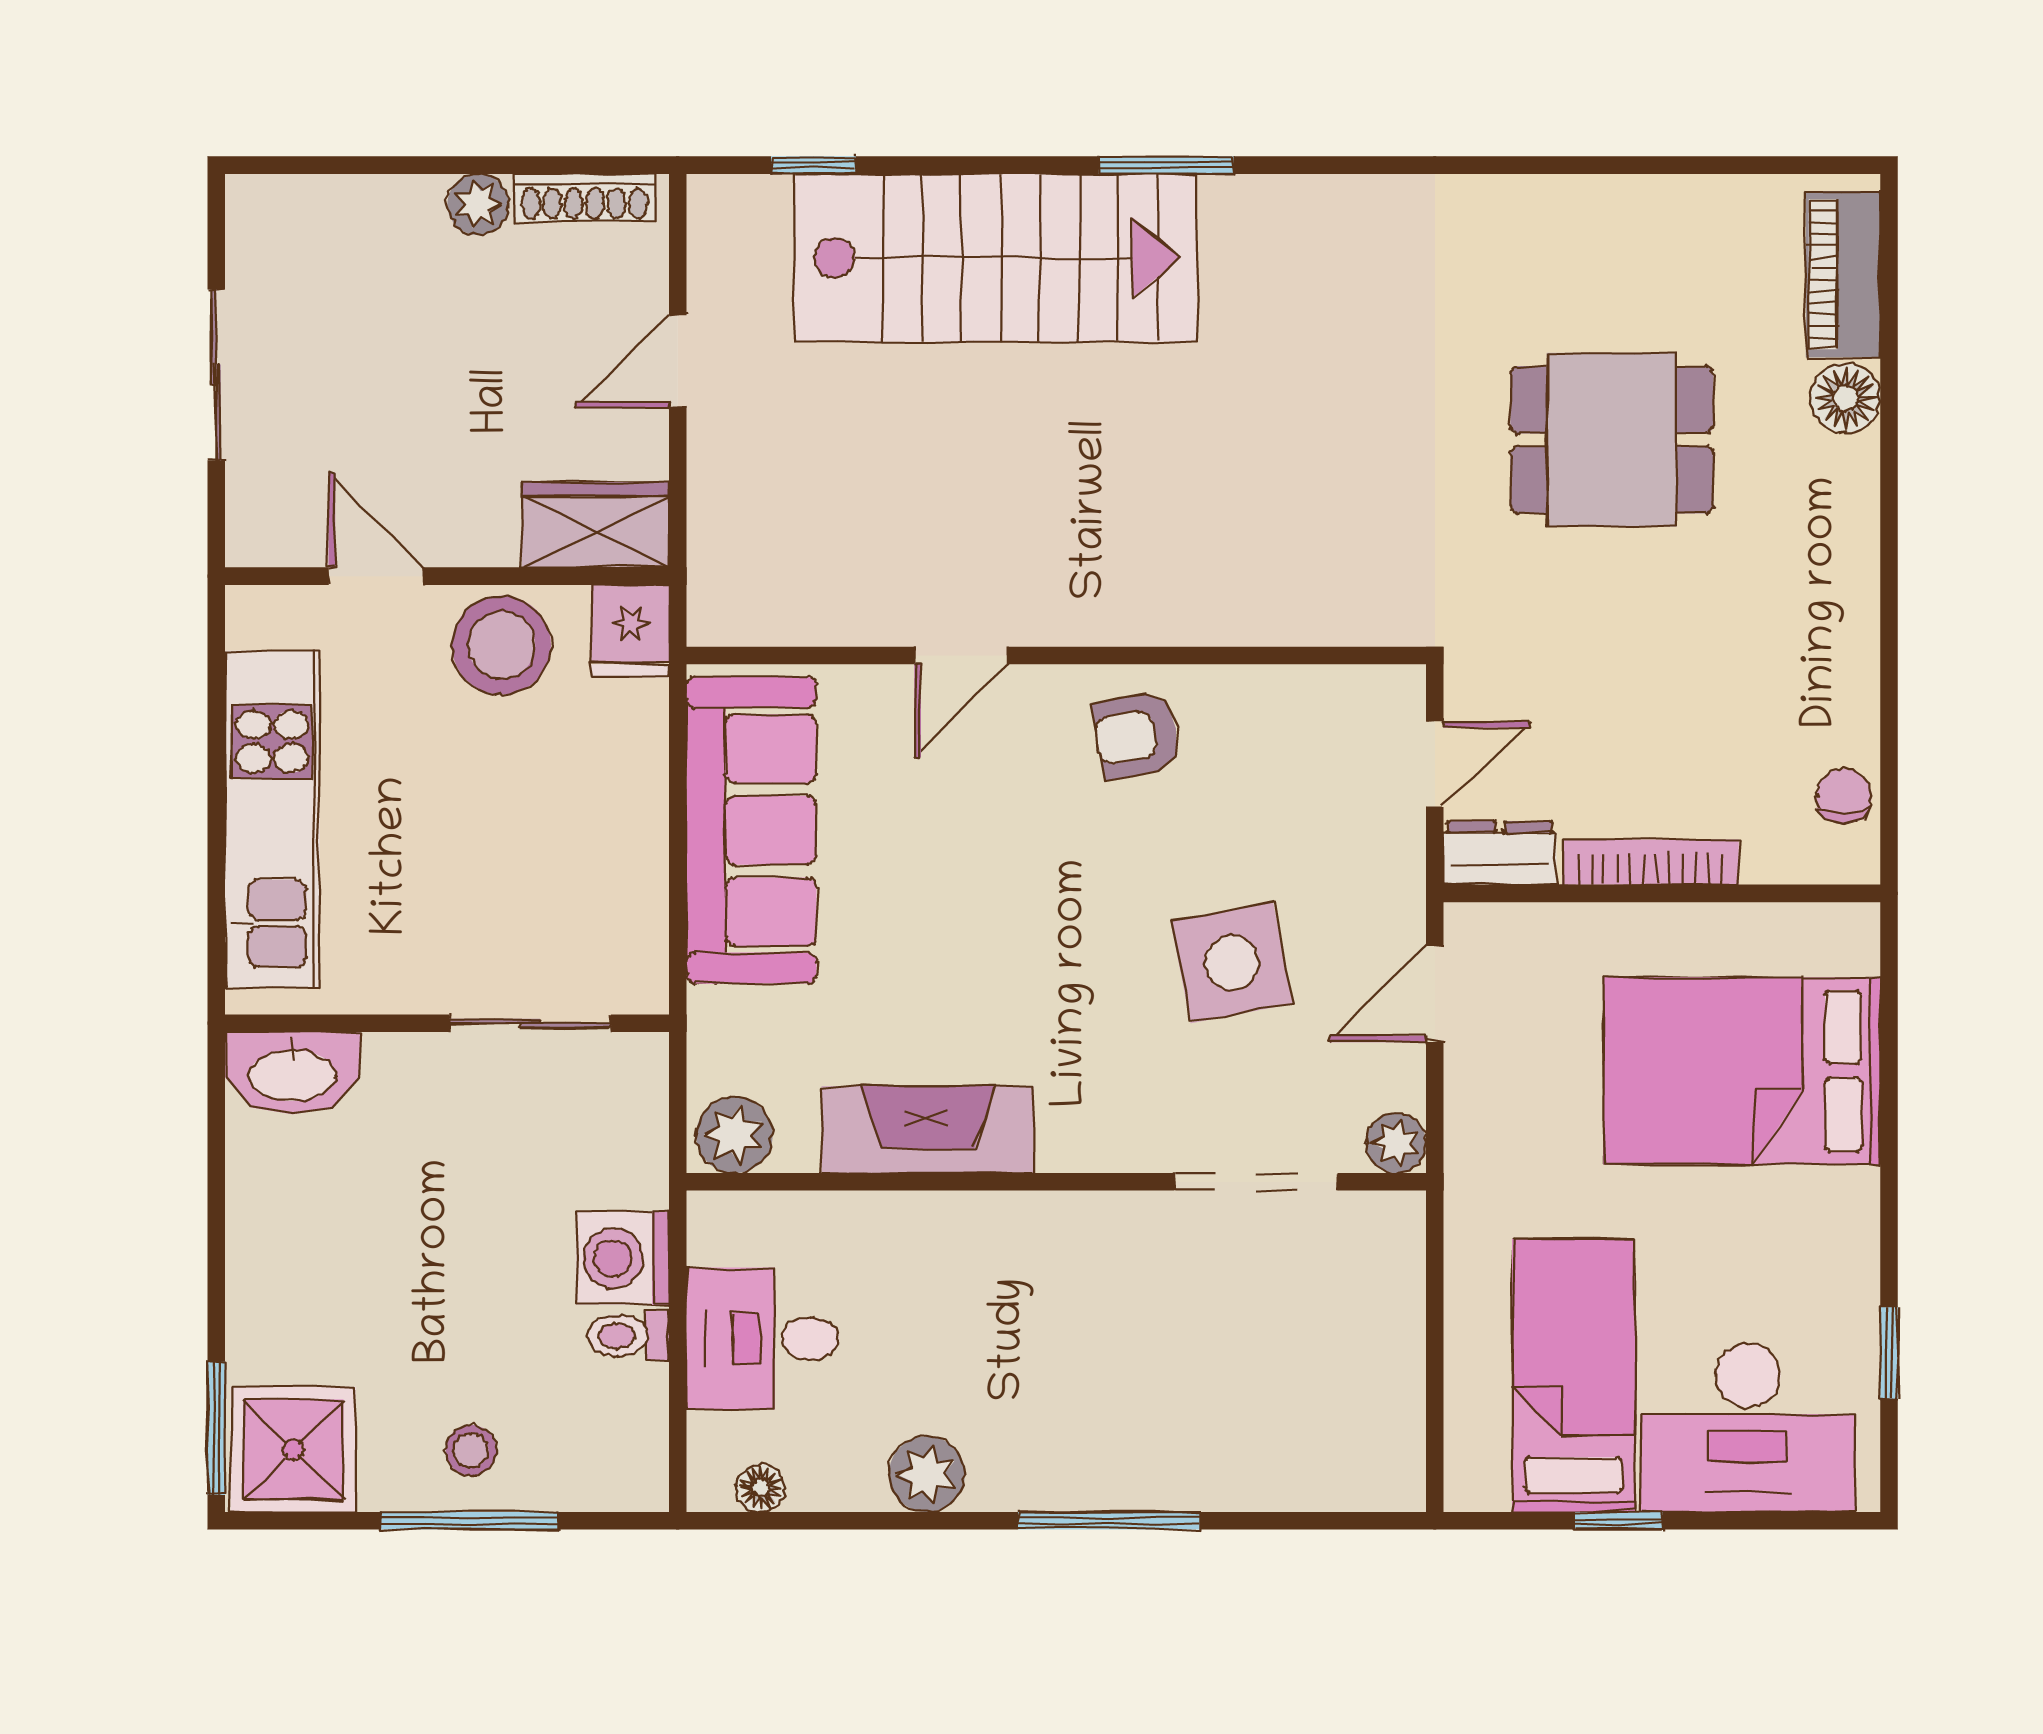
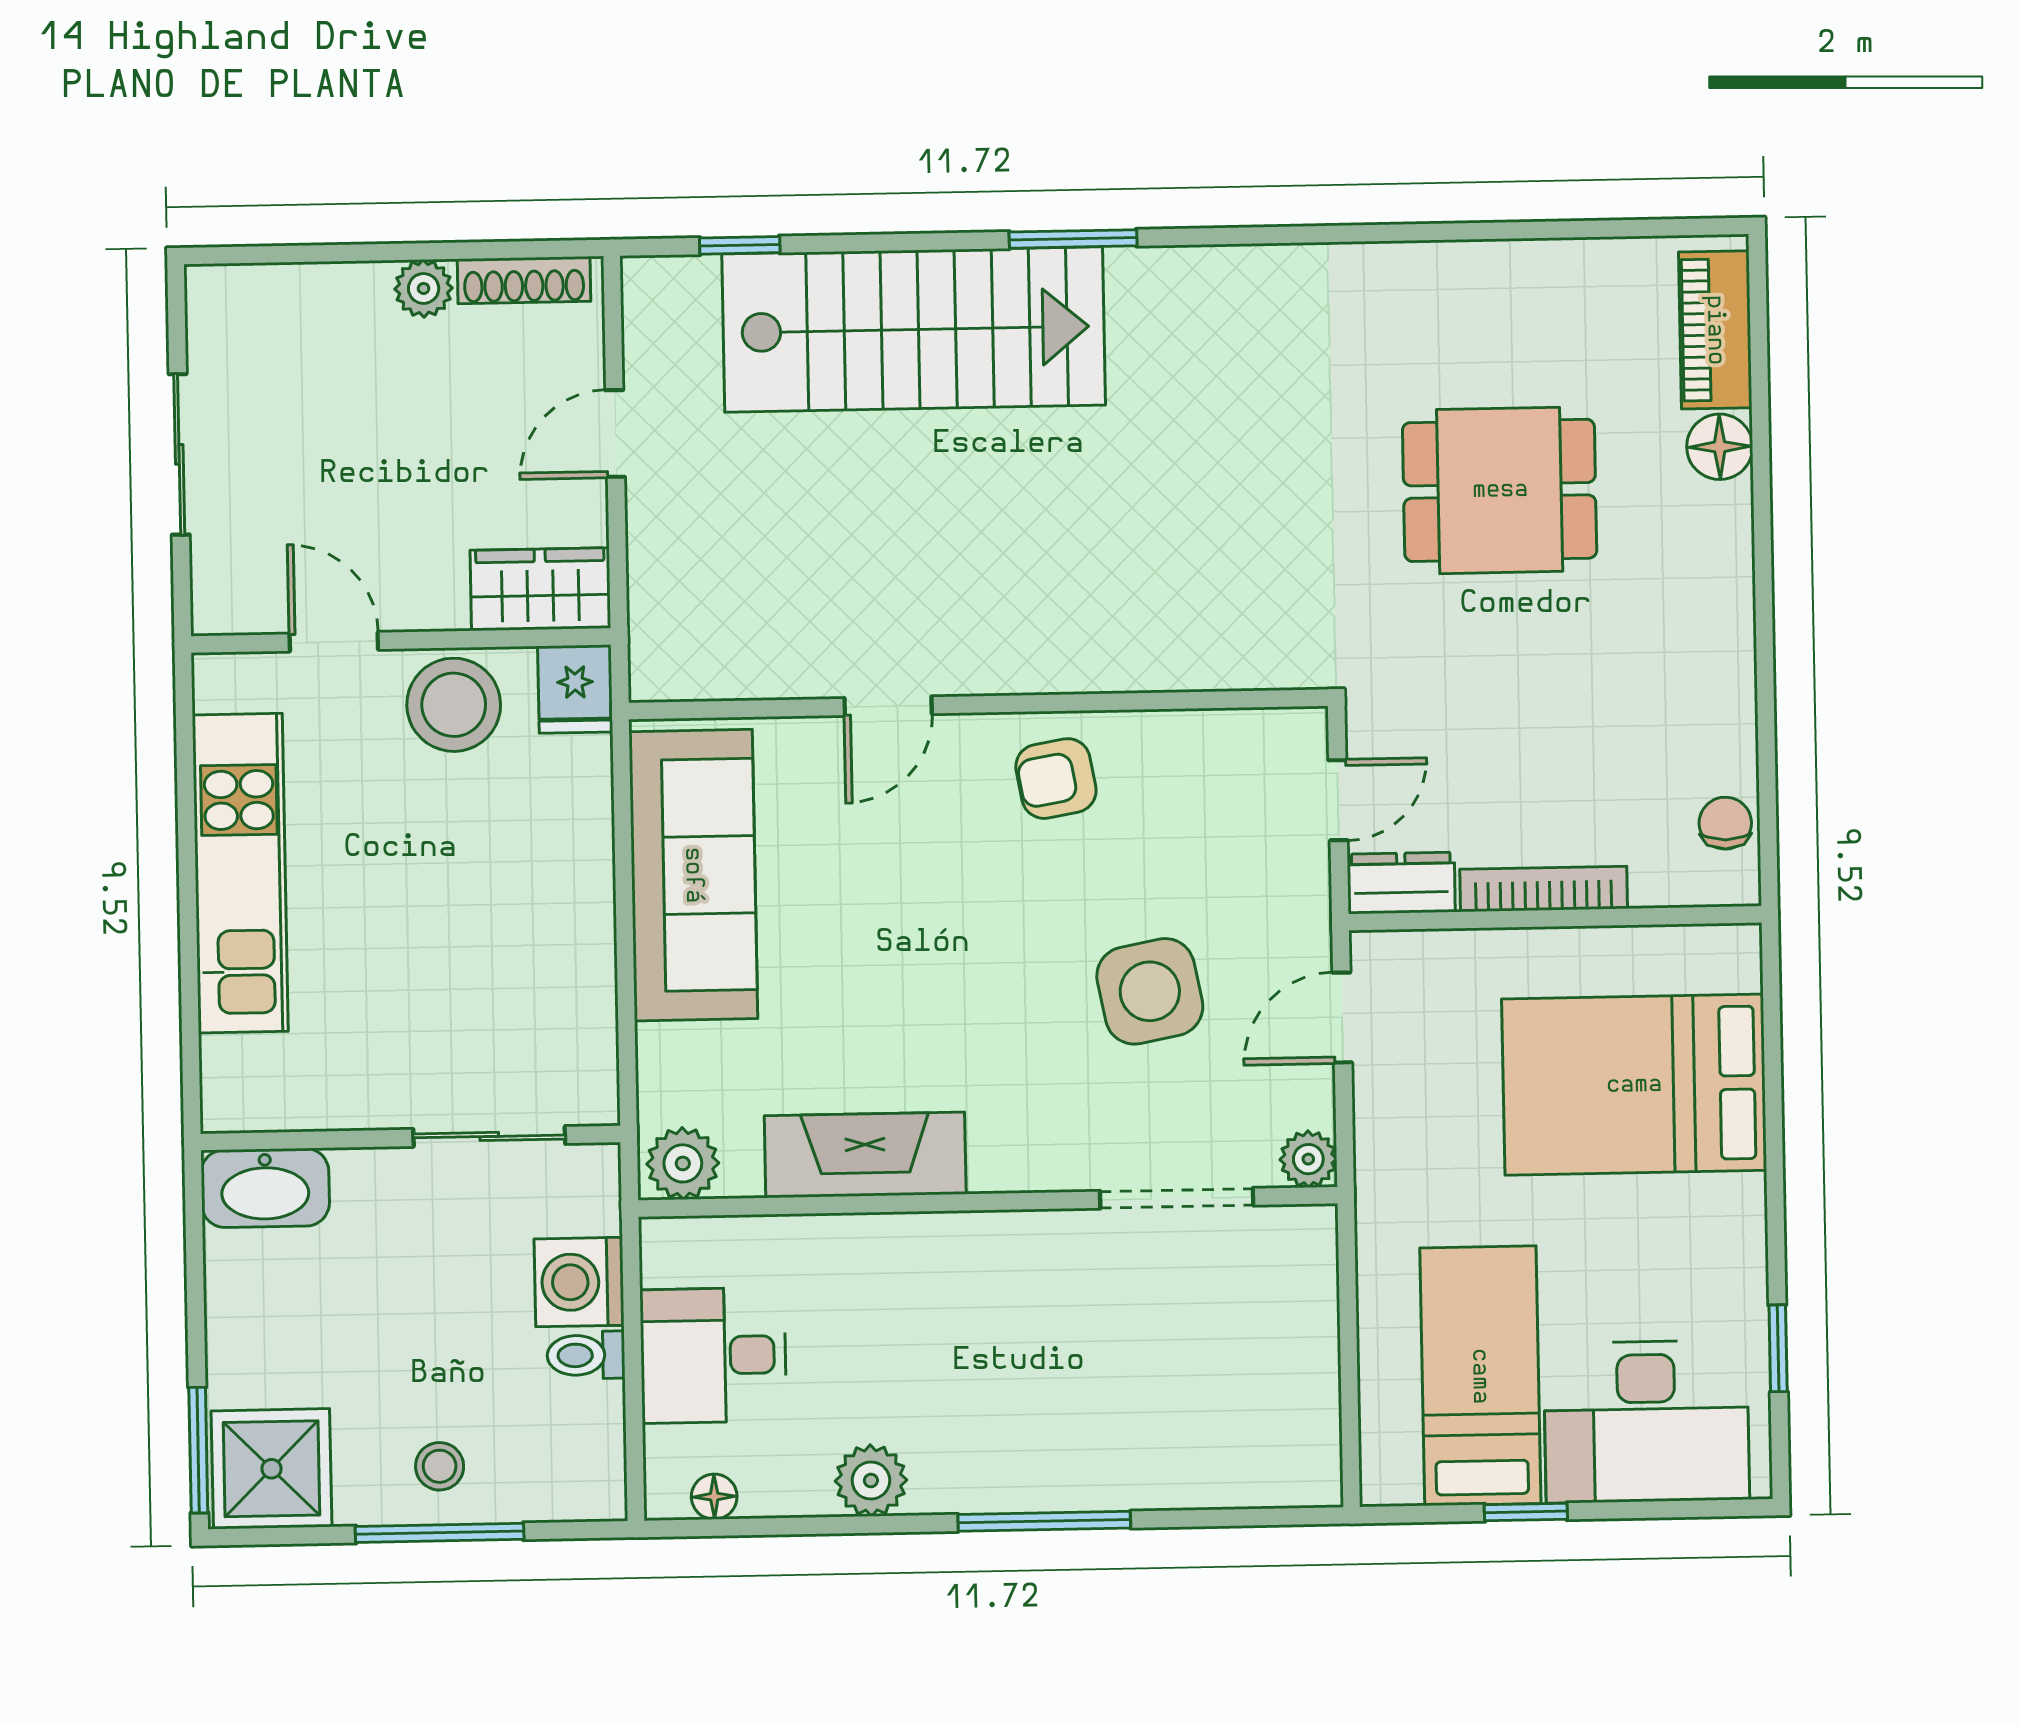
wall: (447, 1023) -> (410, 1138), moved
sliding door: (530, 1023) -> (489, 1136), moved
washbasin: (292, 1073) -> (265, 1188), moved

